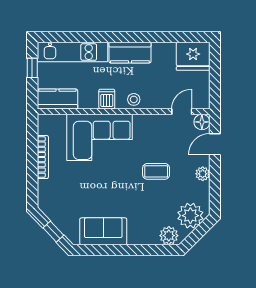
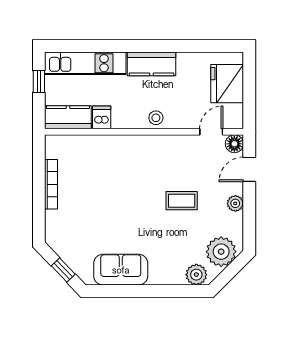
fridge: (193, 56) -> (227, 84), moved, turned 90
dishwasher: (107, 99) -> (102, 117), moved
corner sofa: (100, 137) -> (116, 162), removed

